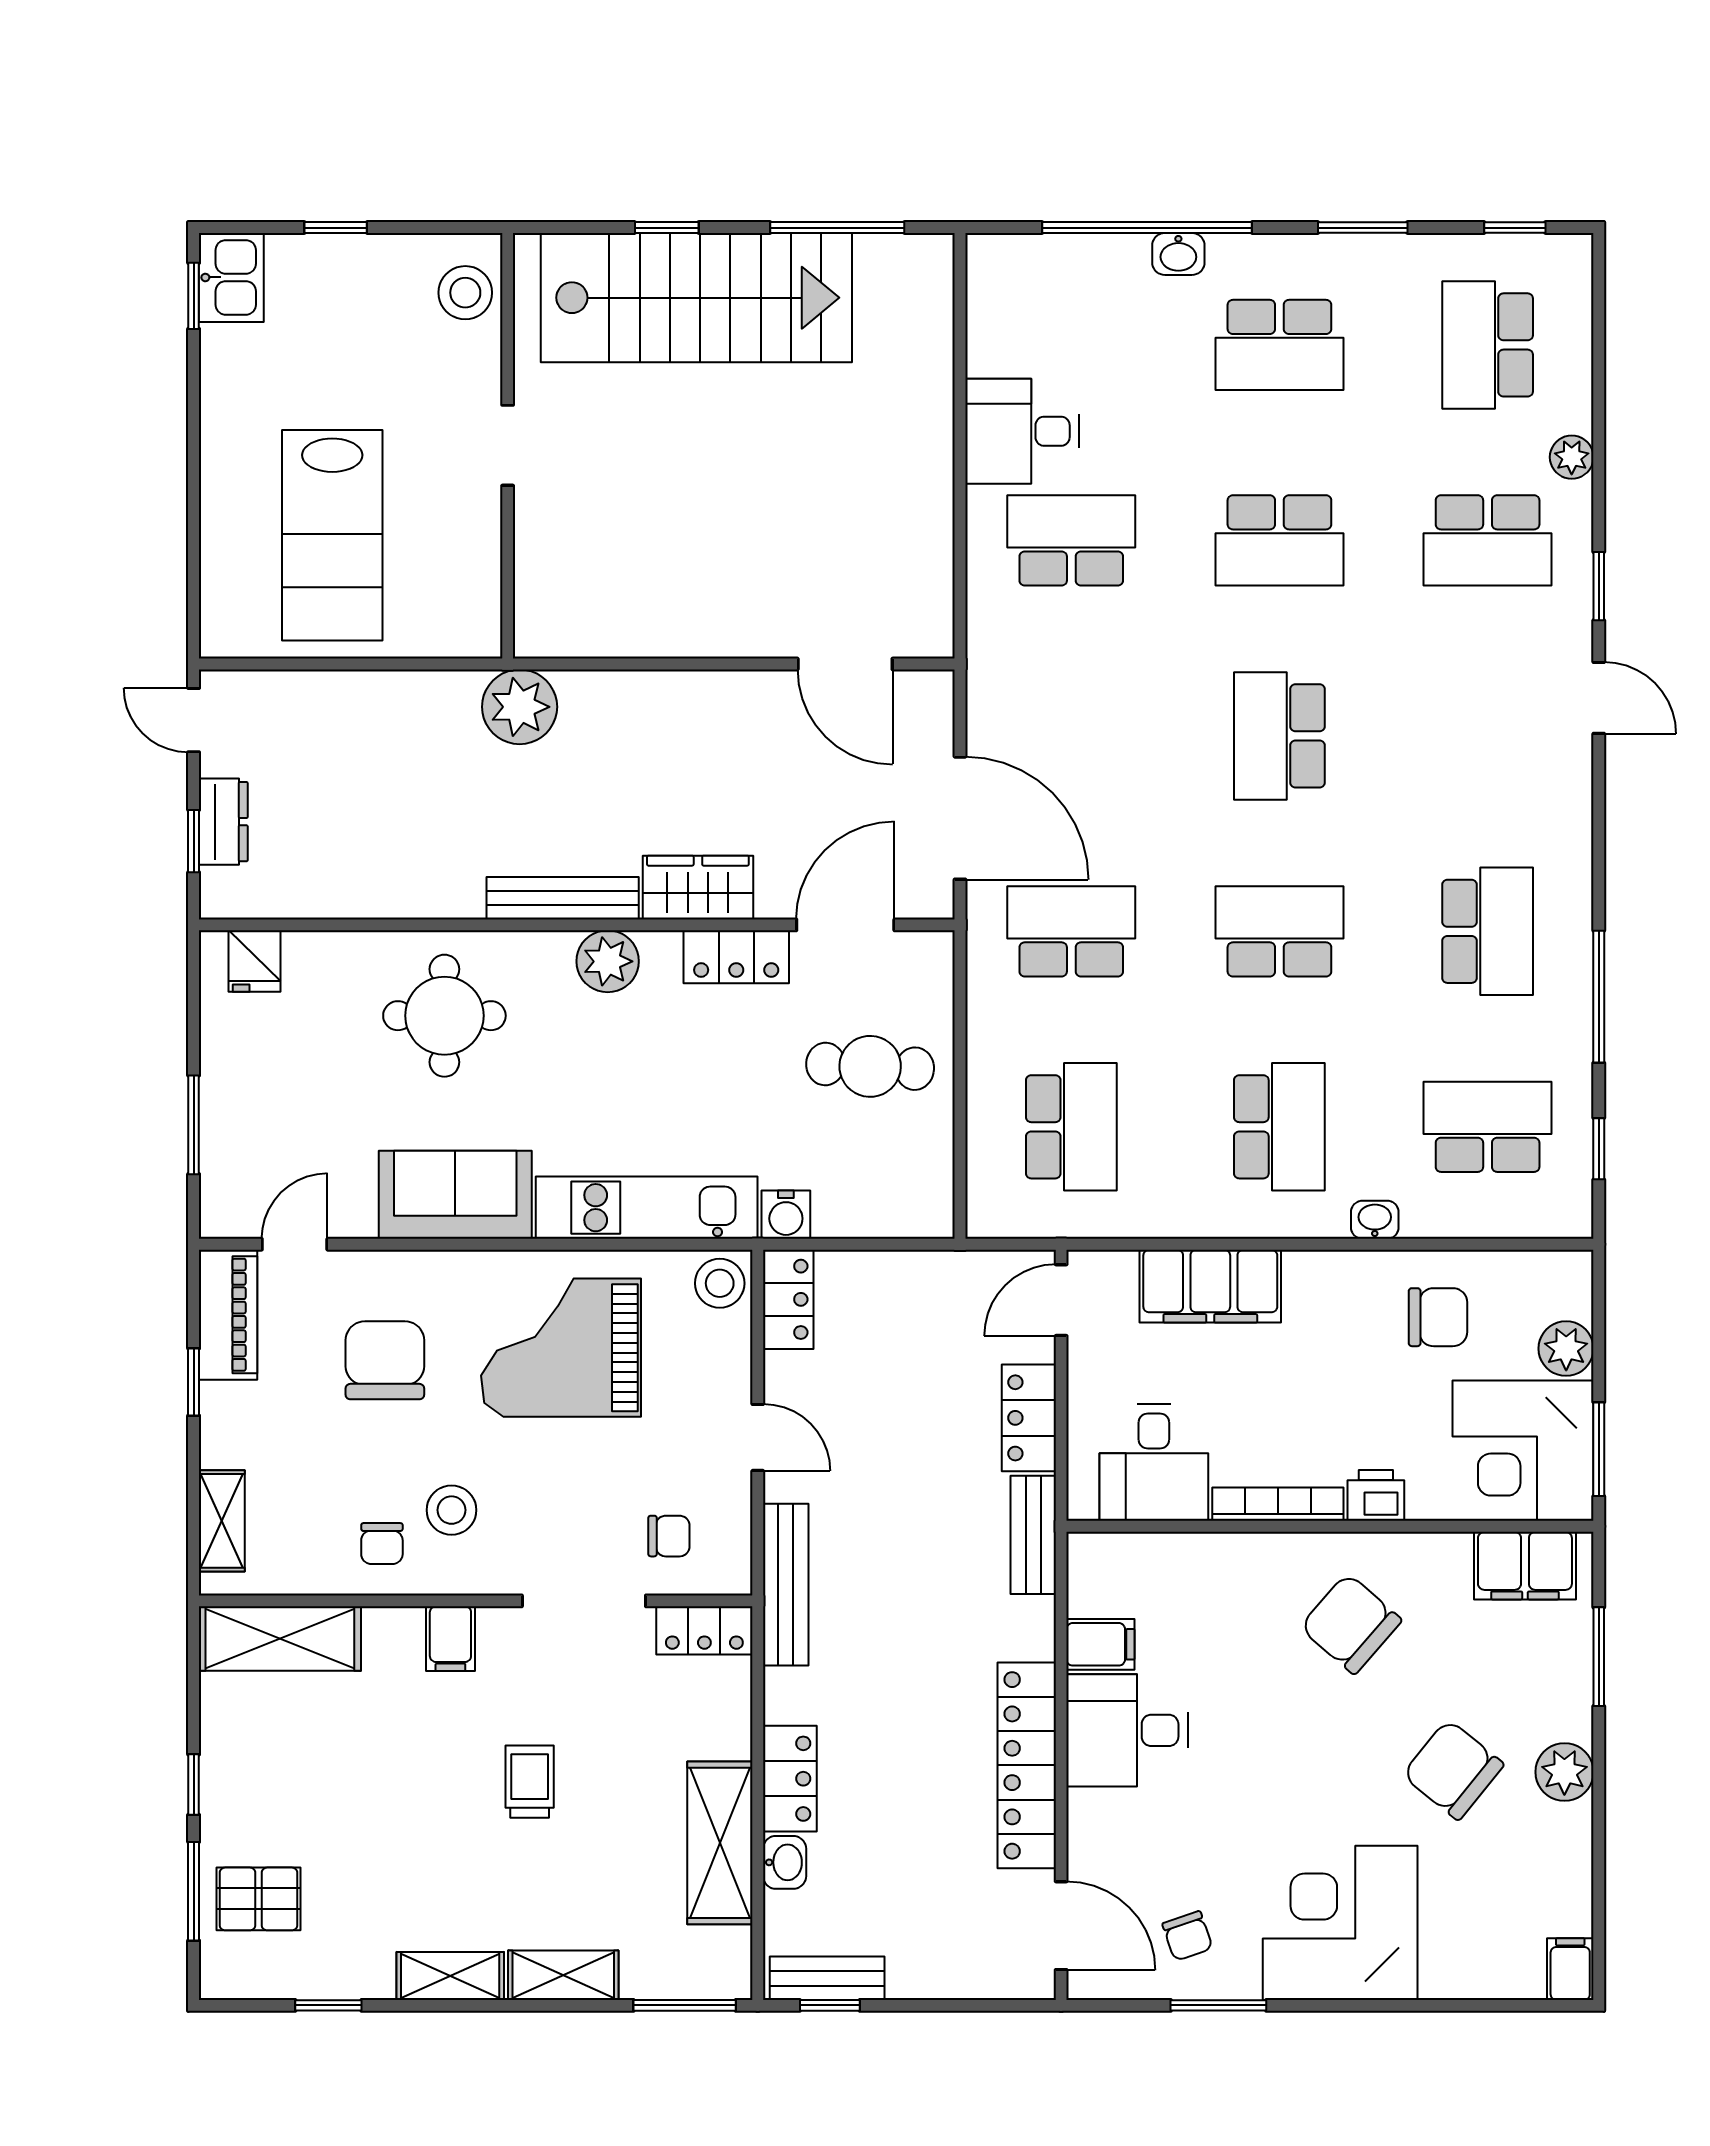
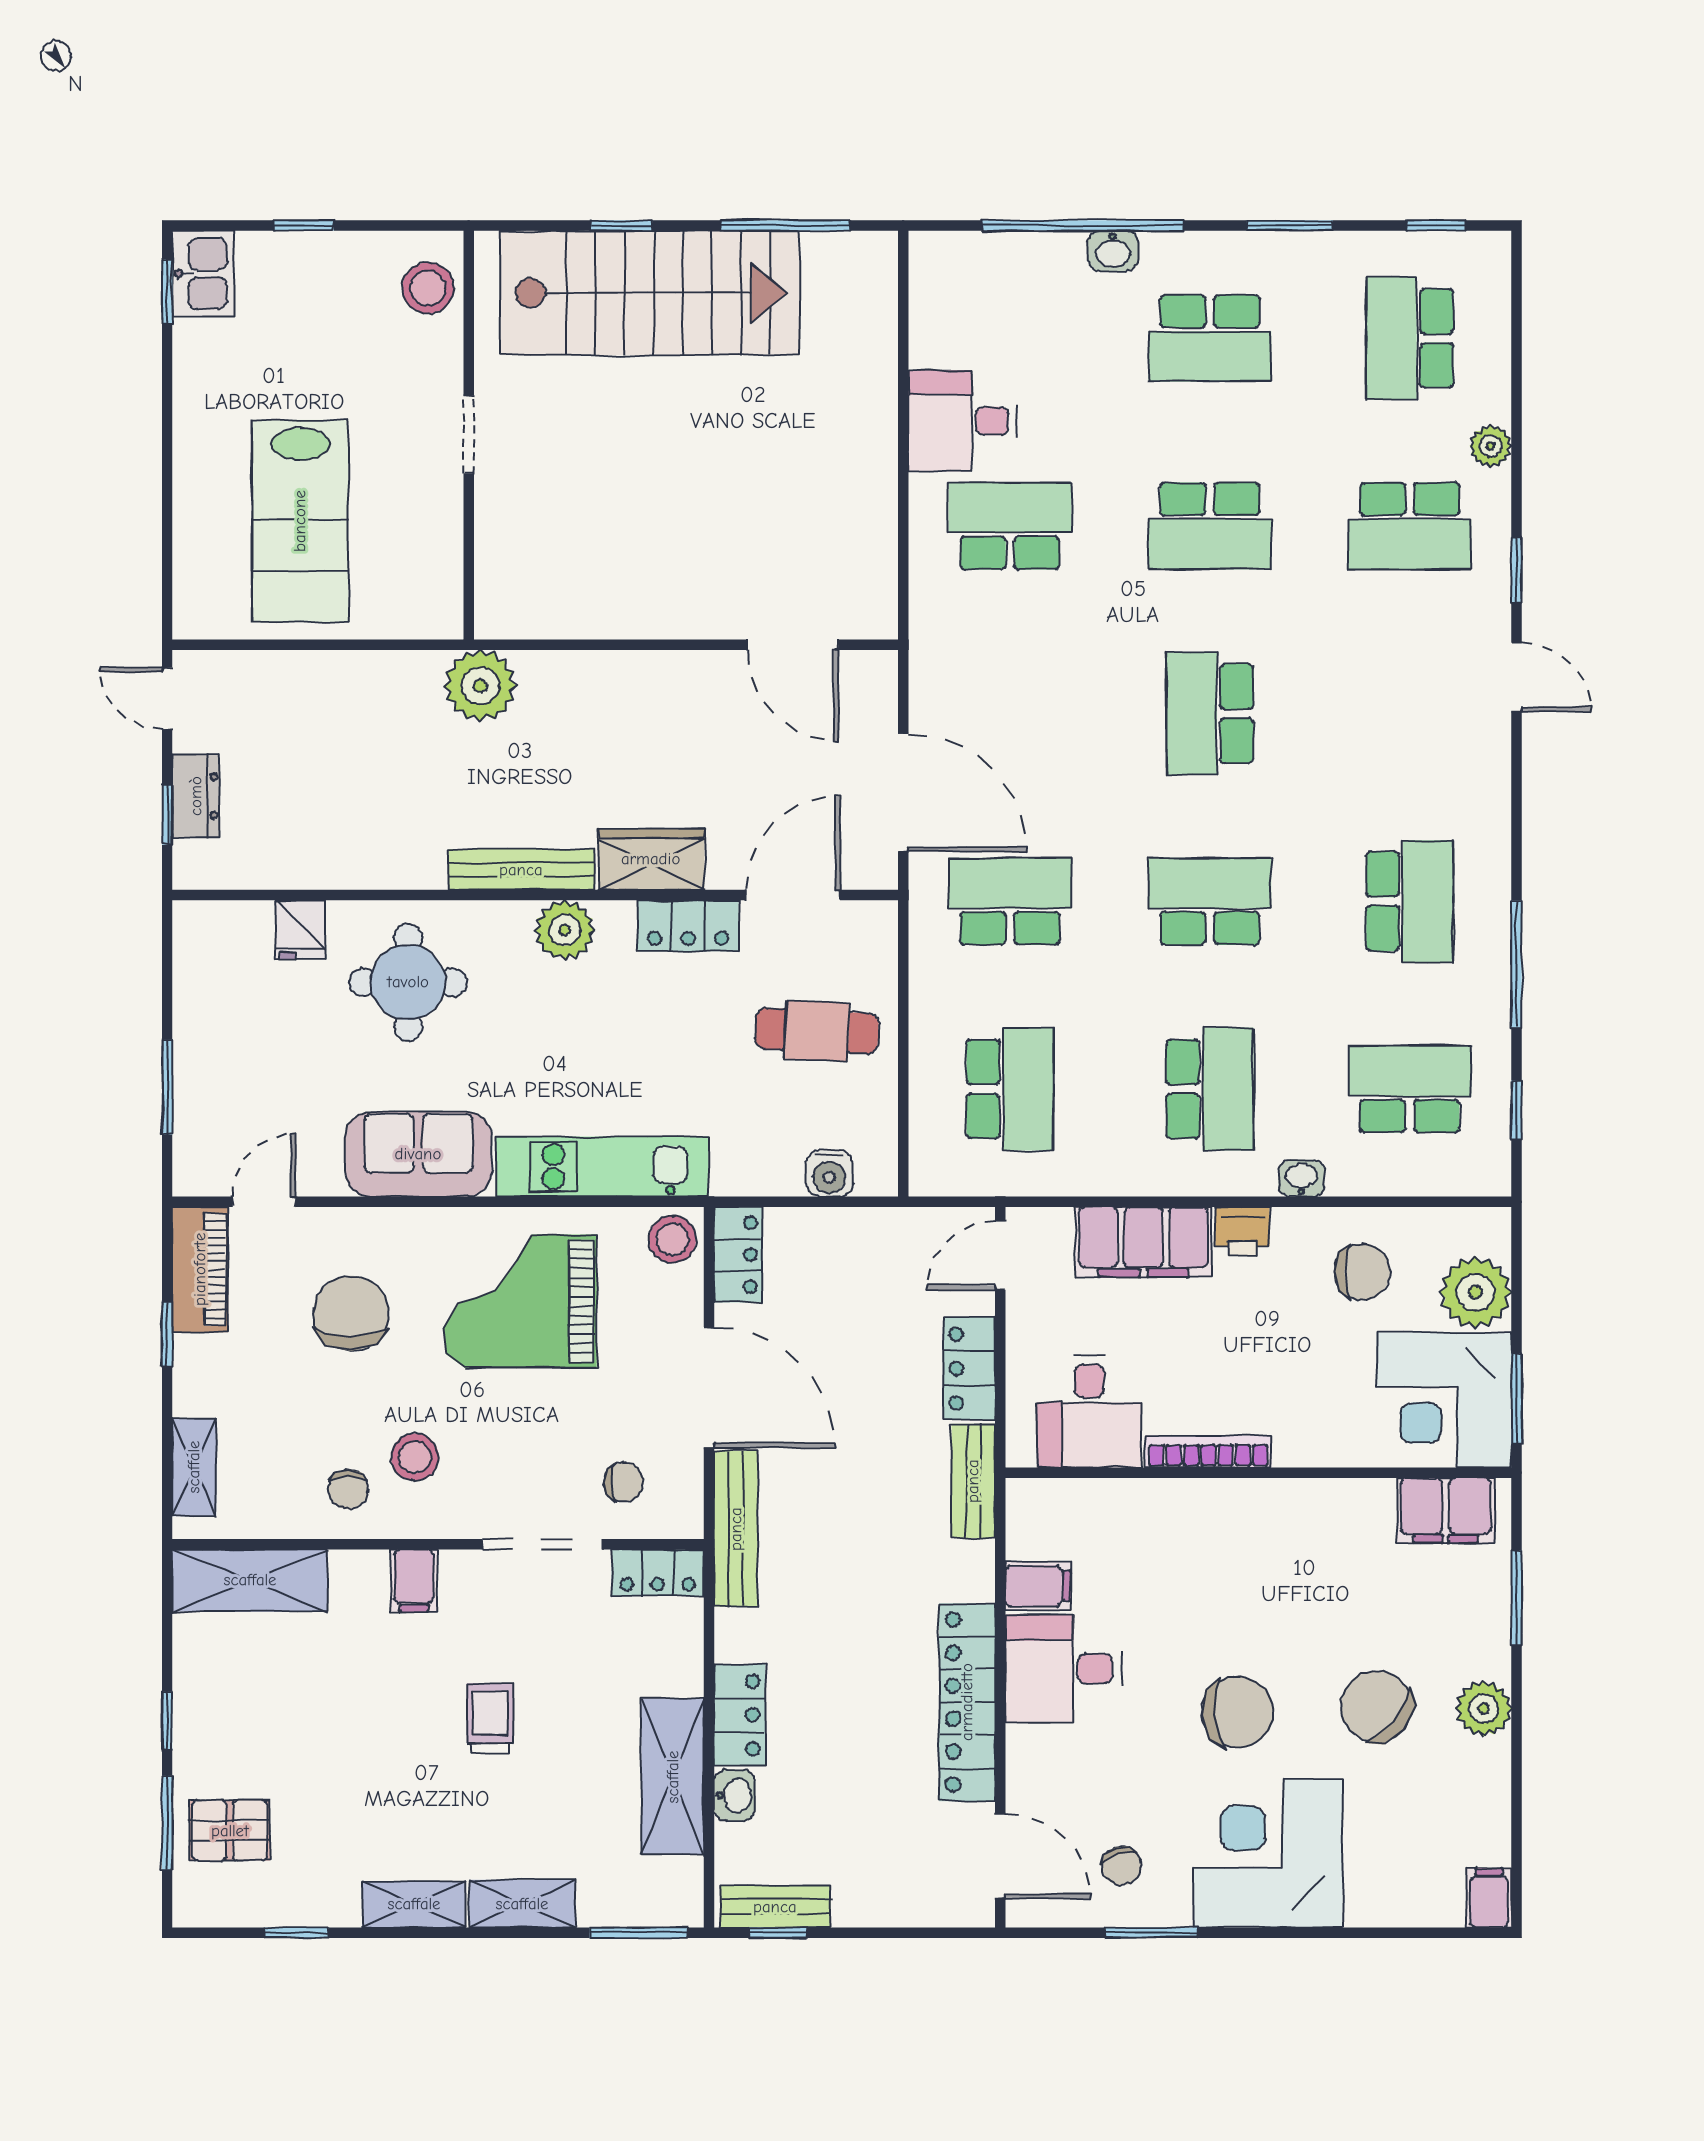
fridge: (255, 961) -> (301, 930), moved
water cooler: (786, 1215) -> (829, 1173), moved
plant: (1566, 1349) -> (1475, 1292), width x1.36, depth x1.36
door: (758, 1437) -> (709, 1387), width x1.87
printer: (1376, 1495) -> (1242, 1231), moved, turned 180
chair: (1351, 1624) -> (1237, 1712), moved, turned 134

